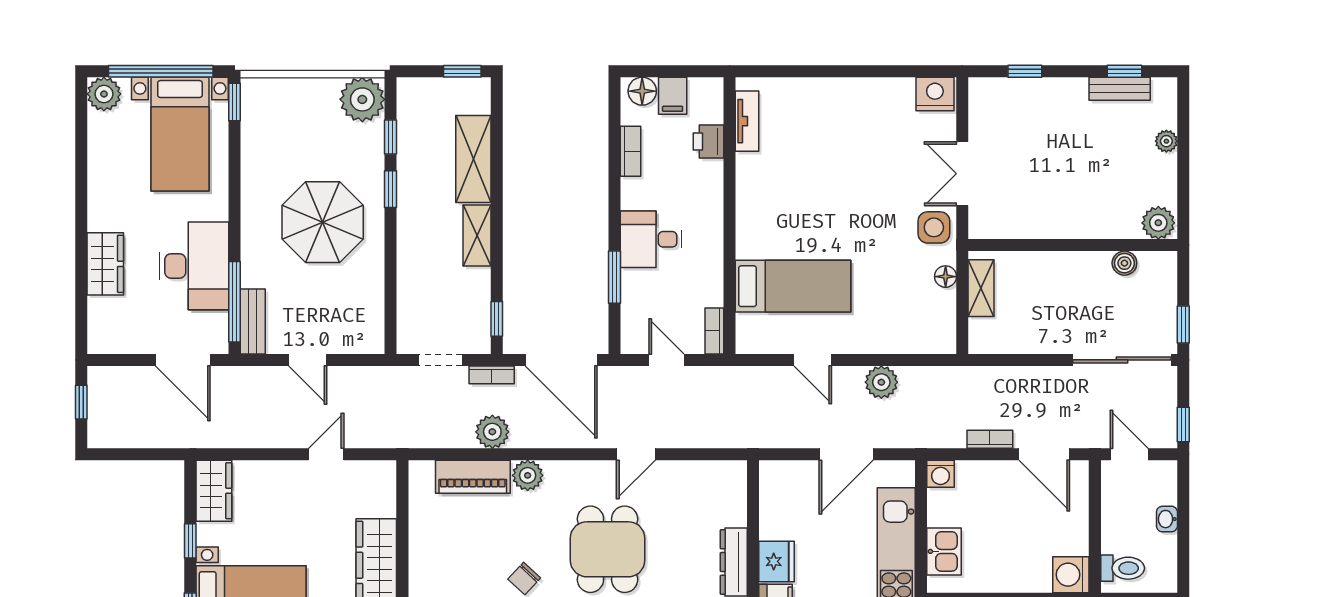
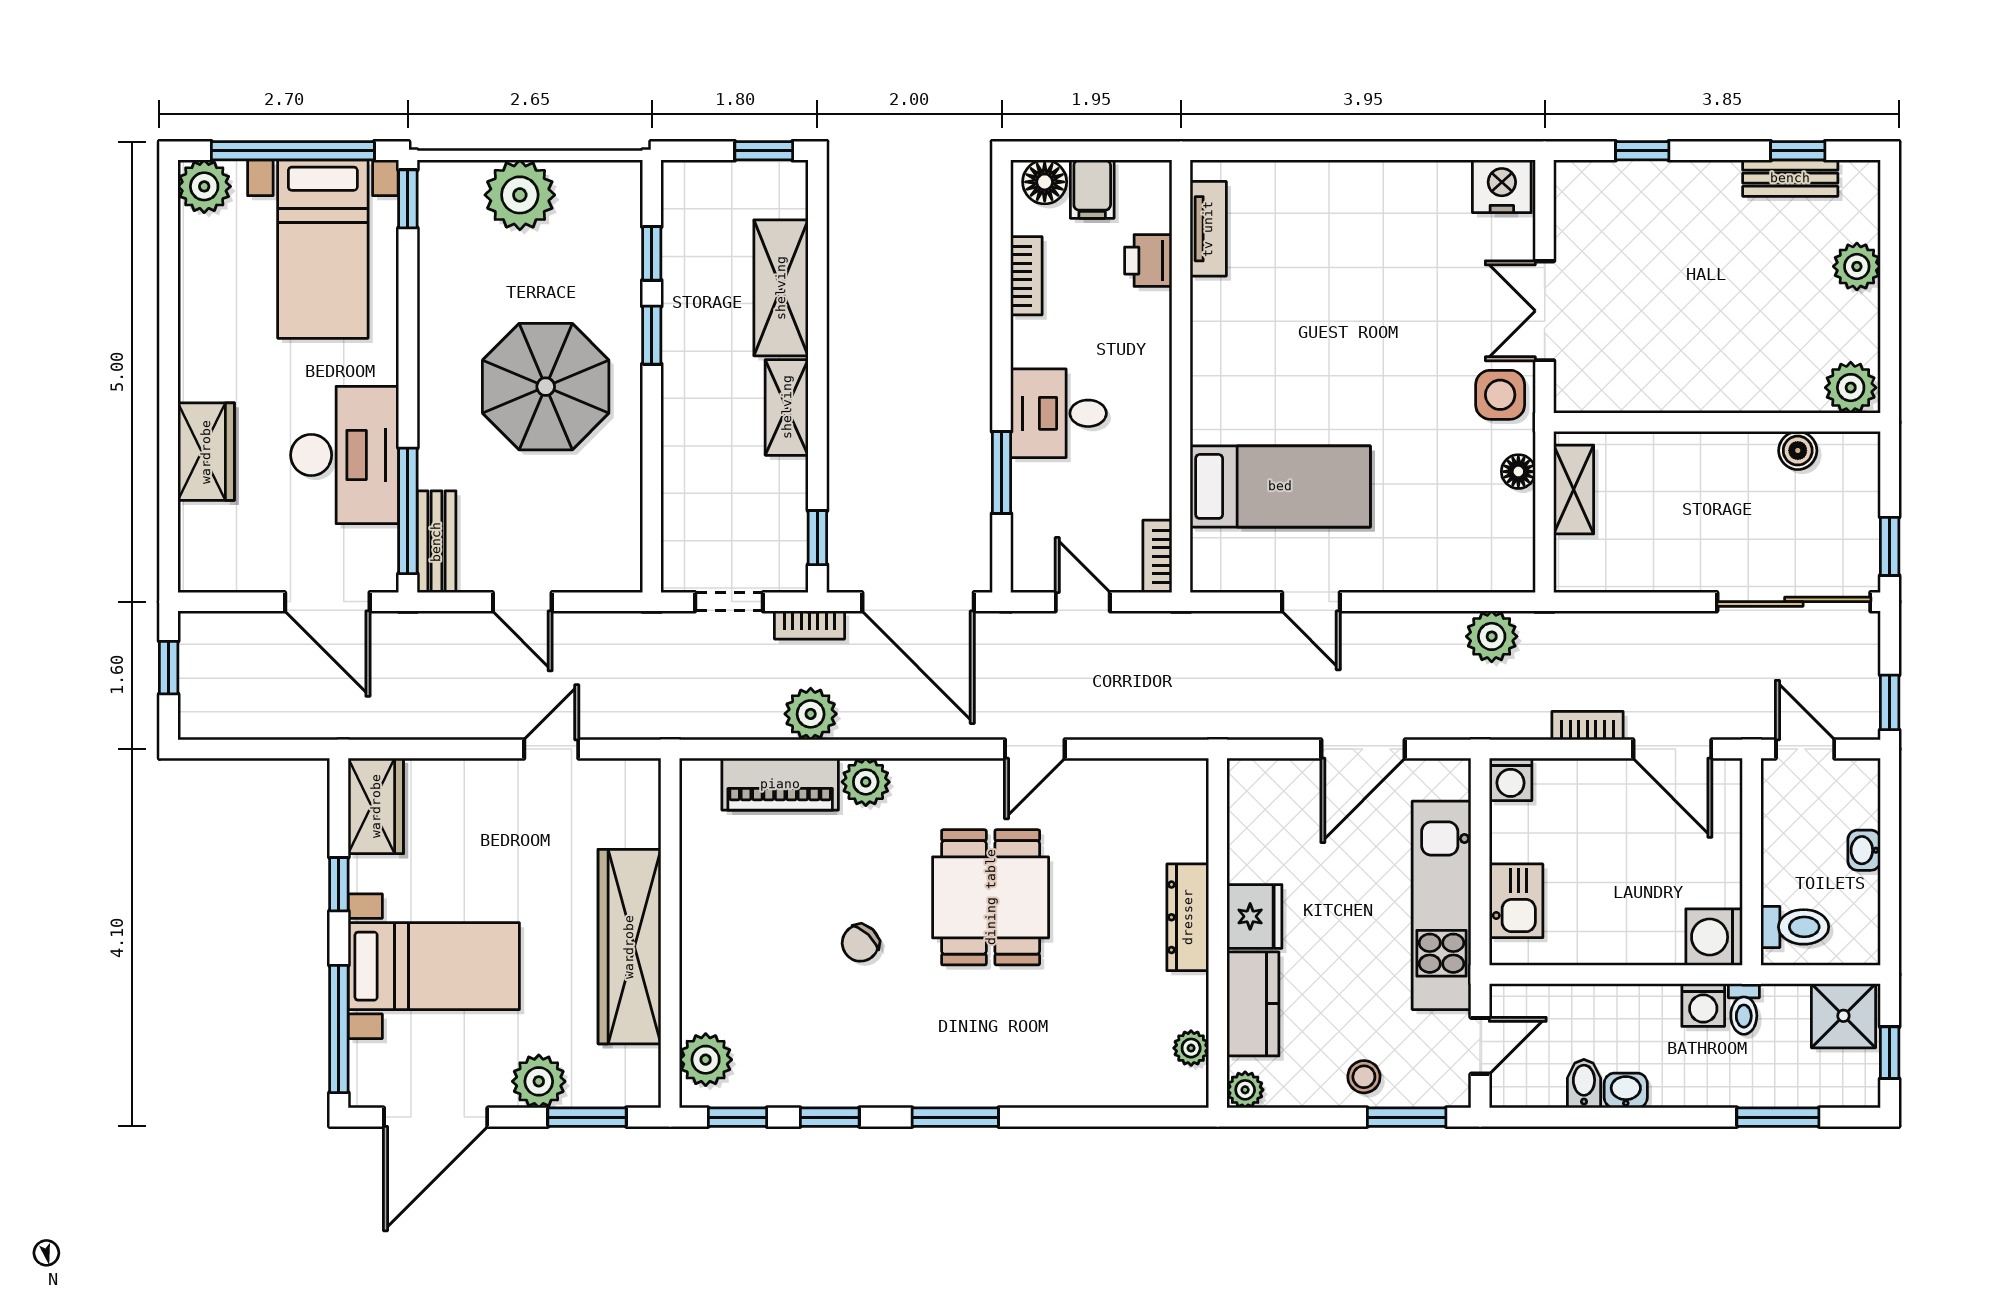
plant: (362, 99) -> (520, 195), moved
plant: (1166, 141) -> (1857, 266), width x1.38, depth x1.38
plant: (881, 382) -> (1492, 636), moved

